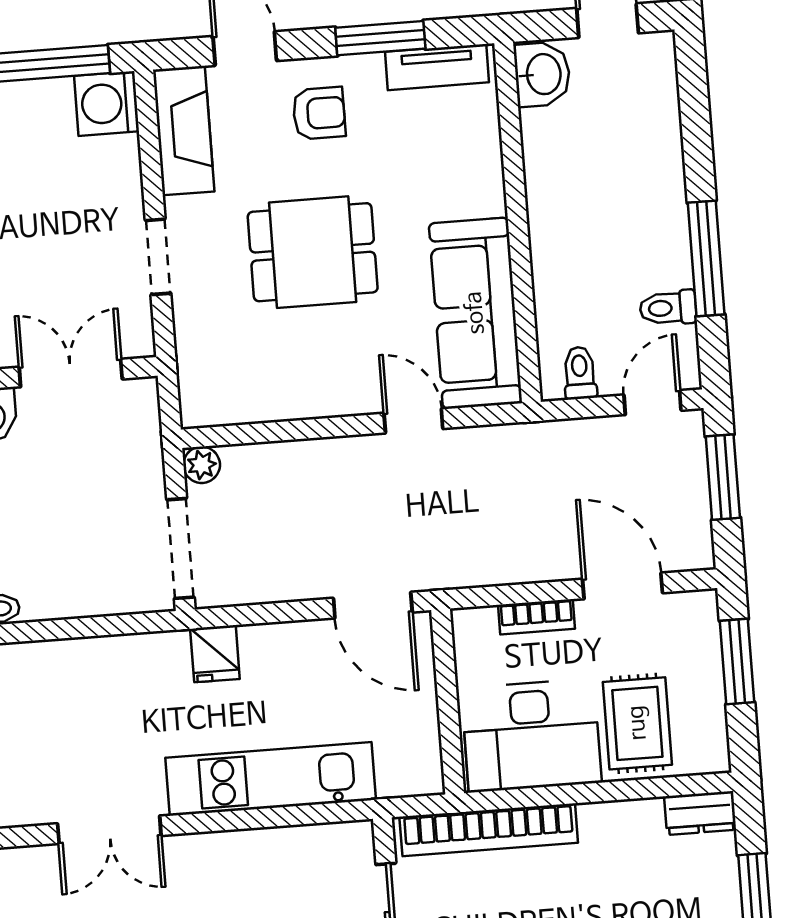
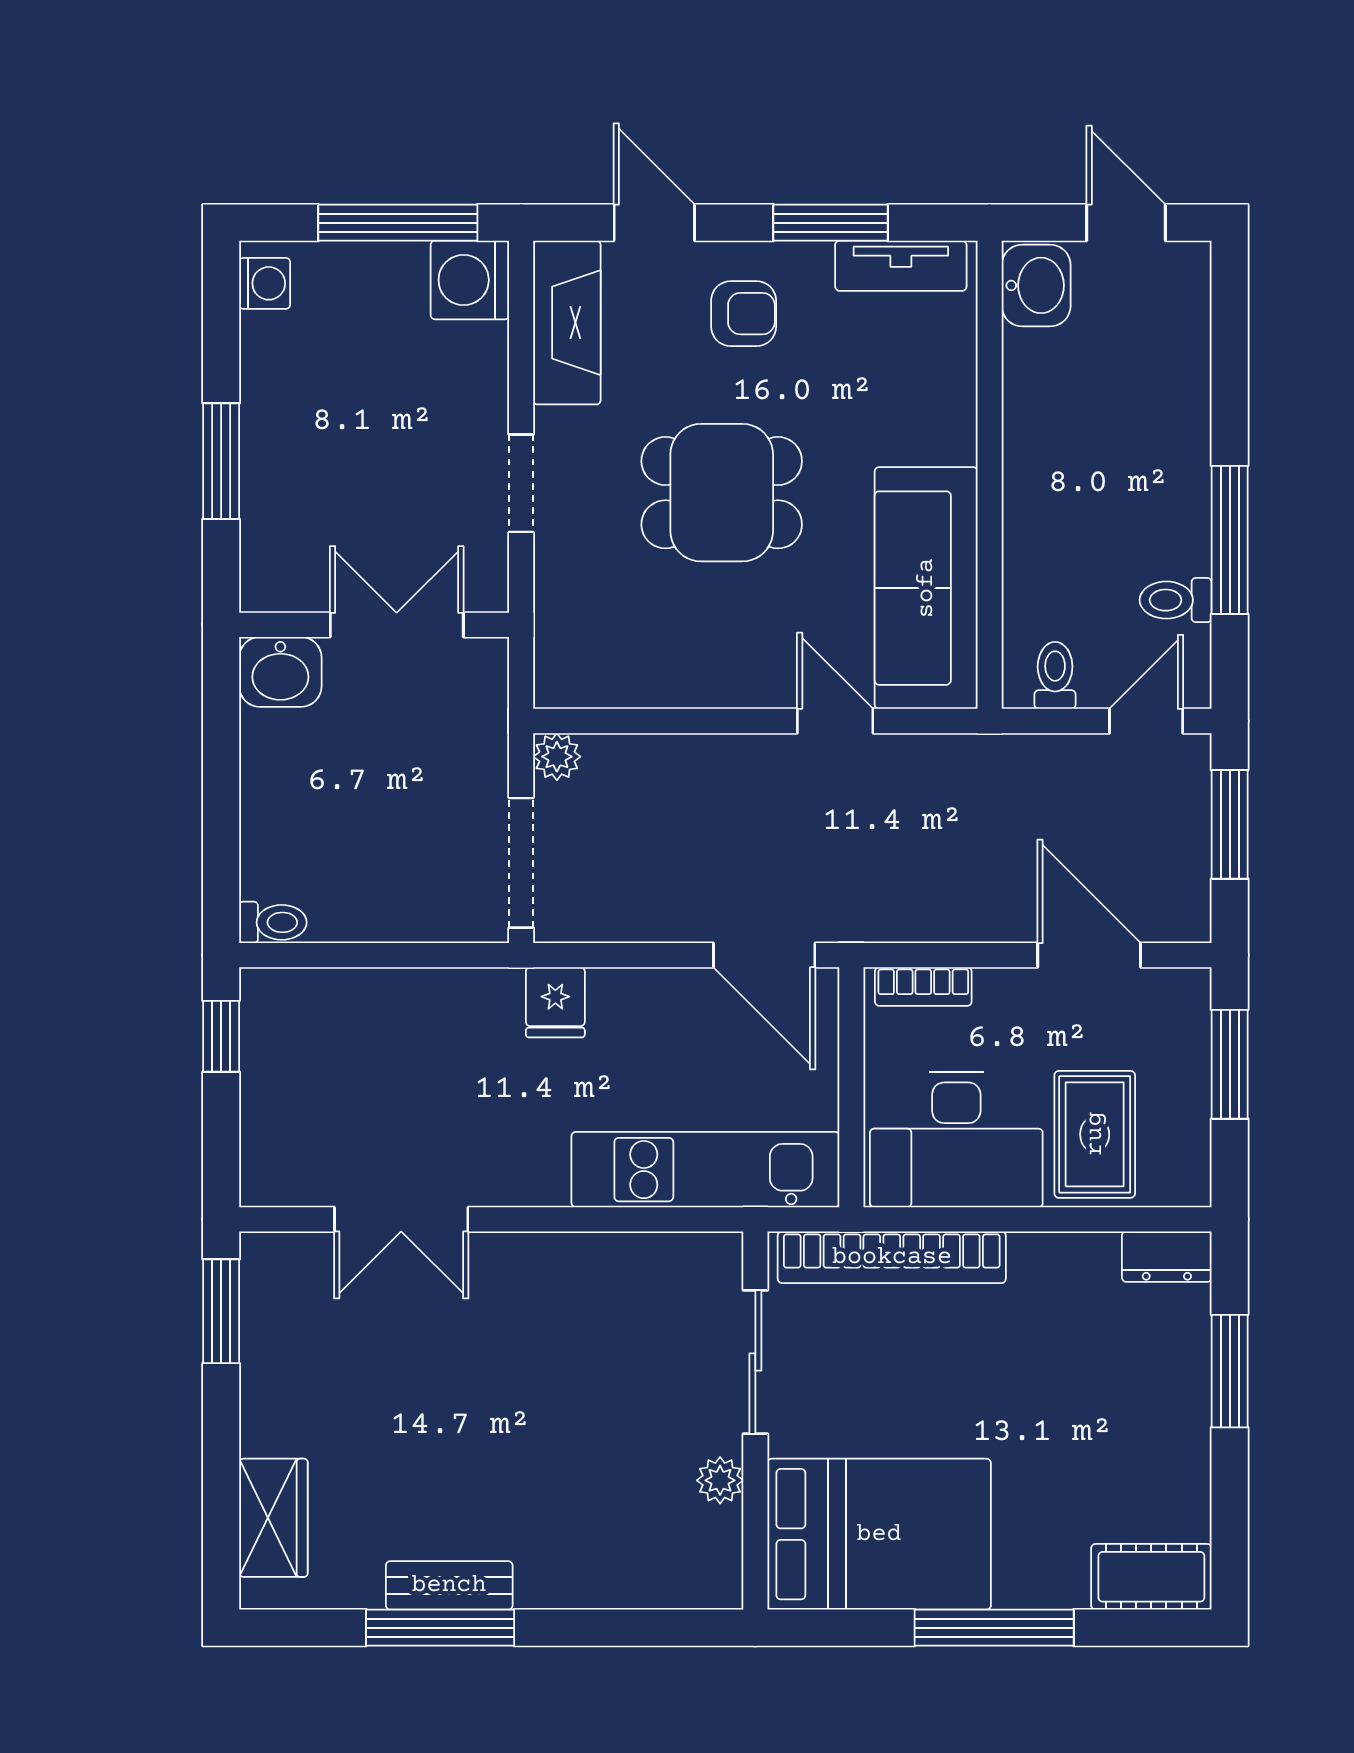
bookcase: (536, 617) -> (923, 986), moved
kitchen unit: (271, 779) -> (705, 1170), moved

